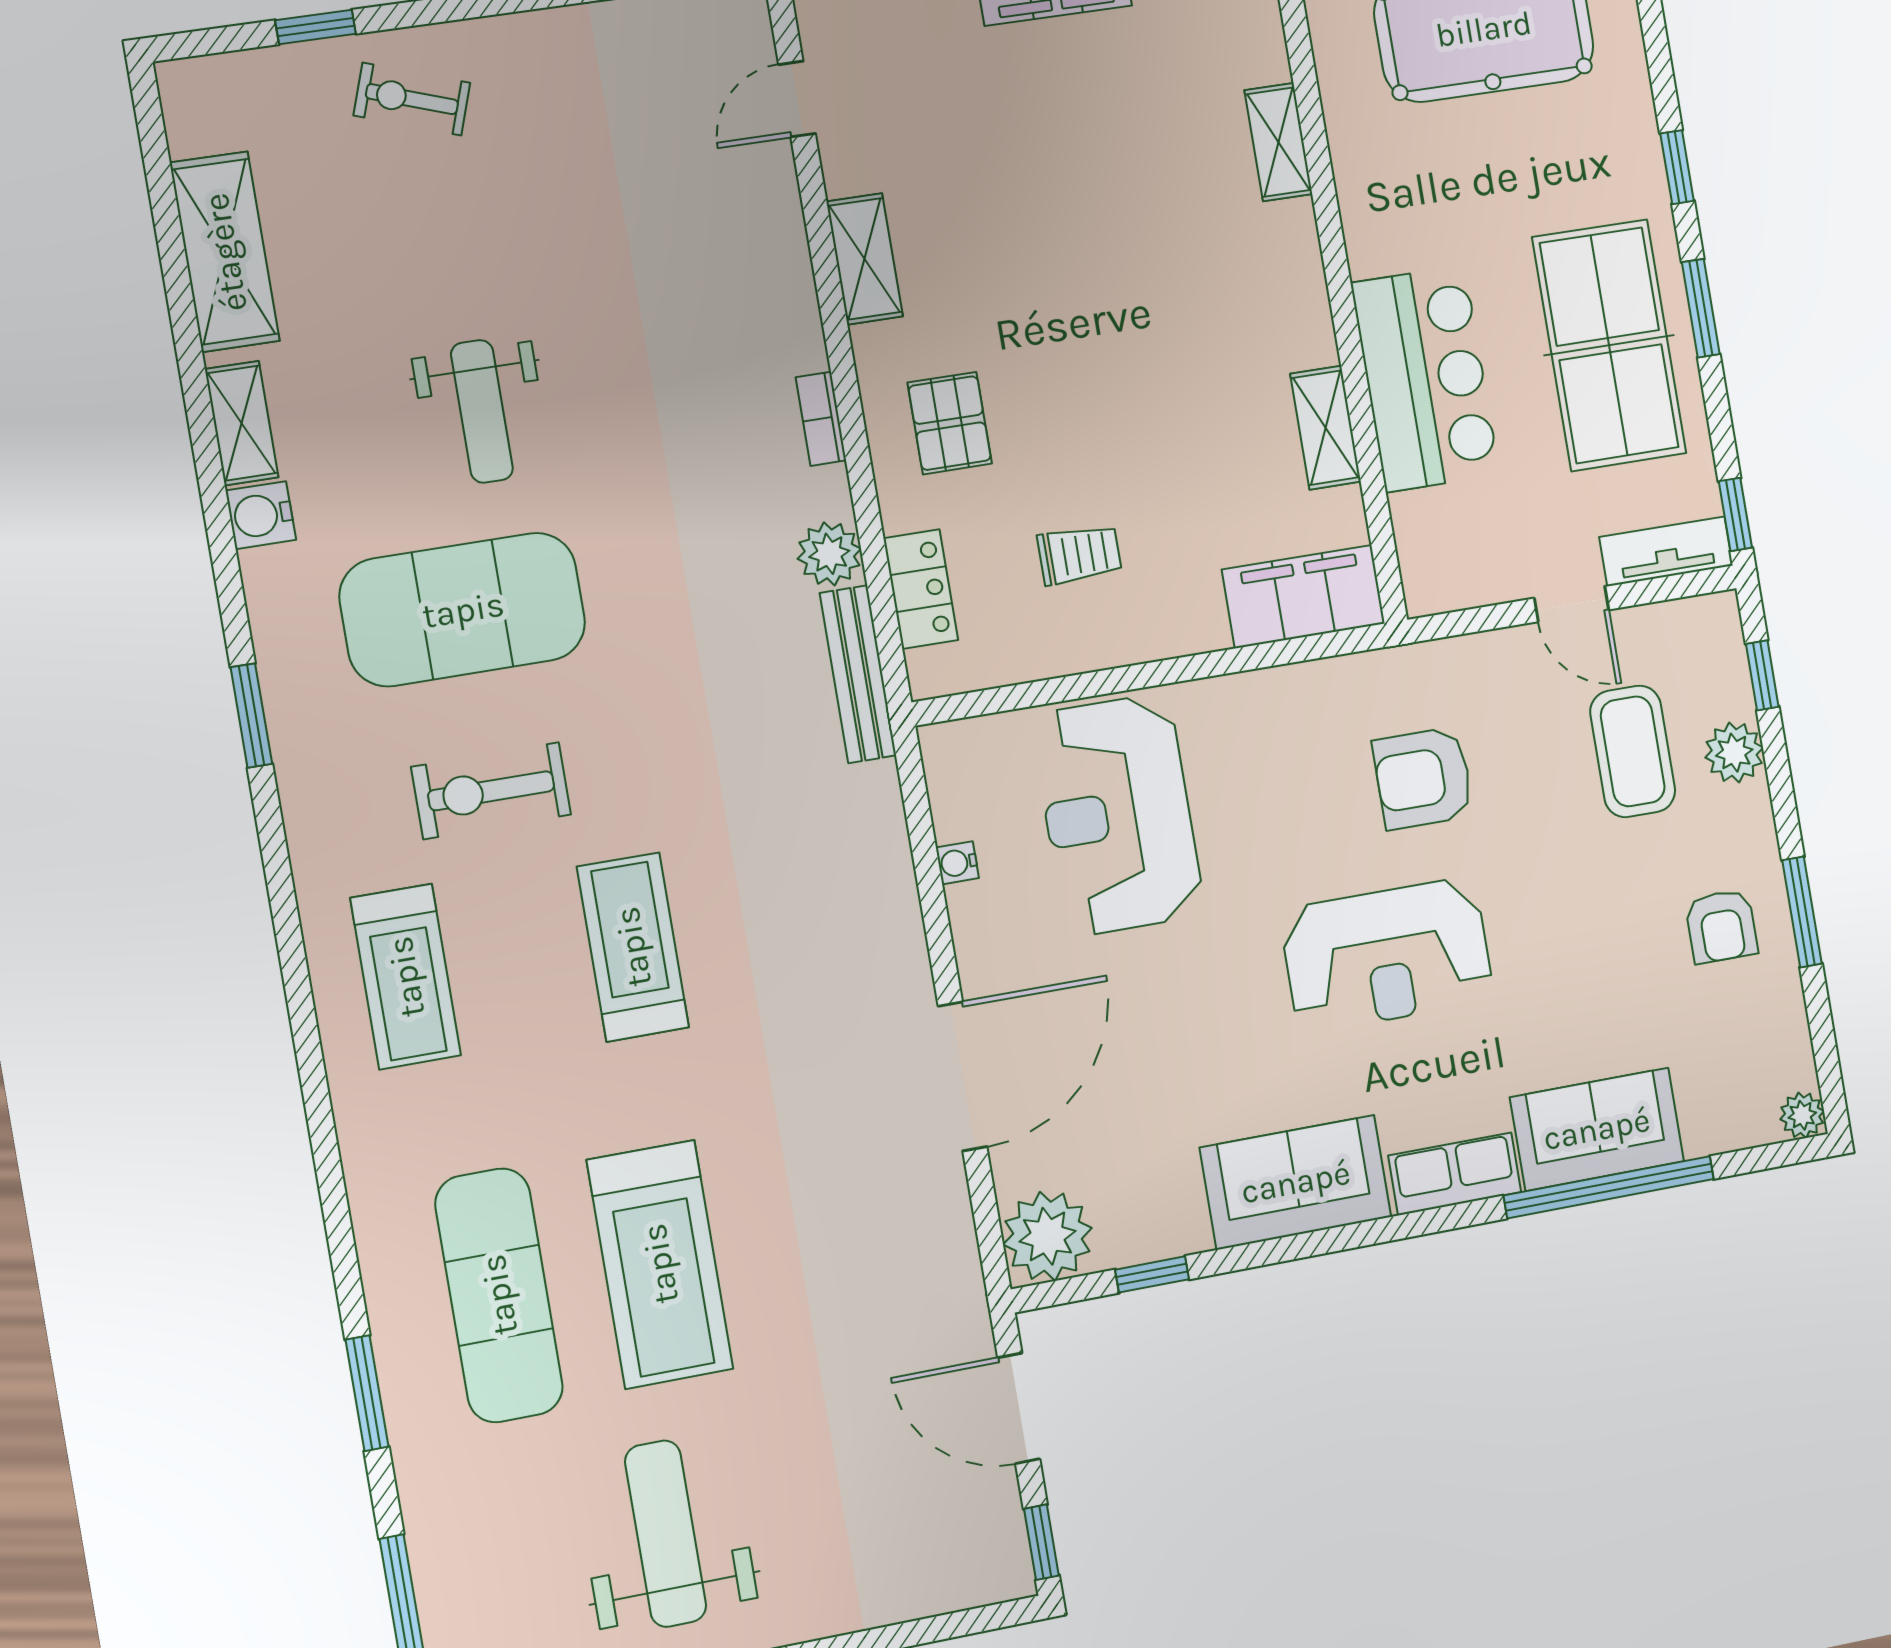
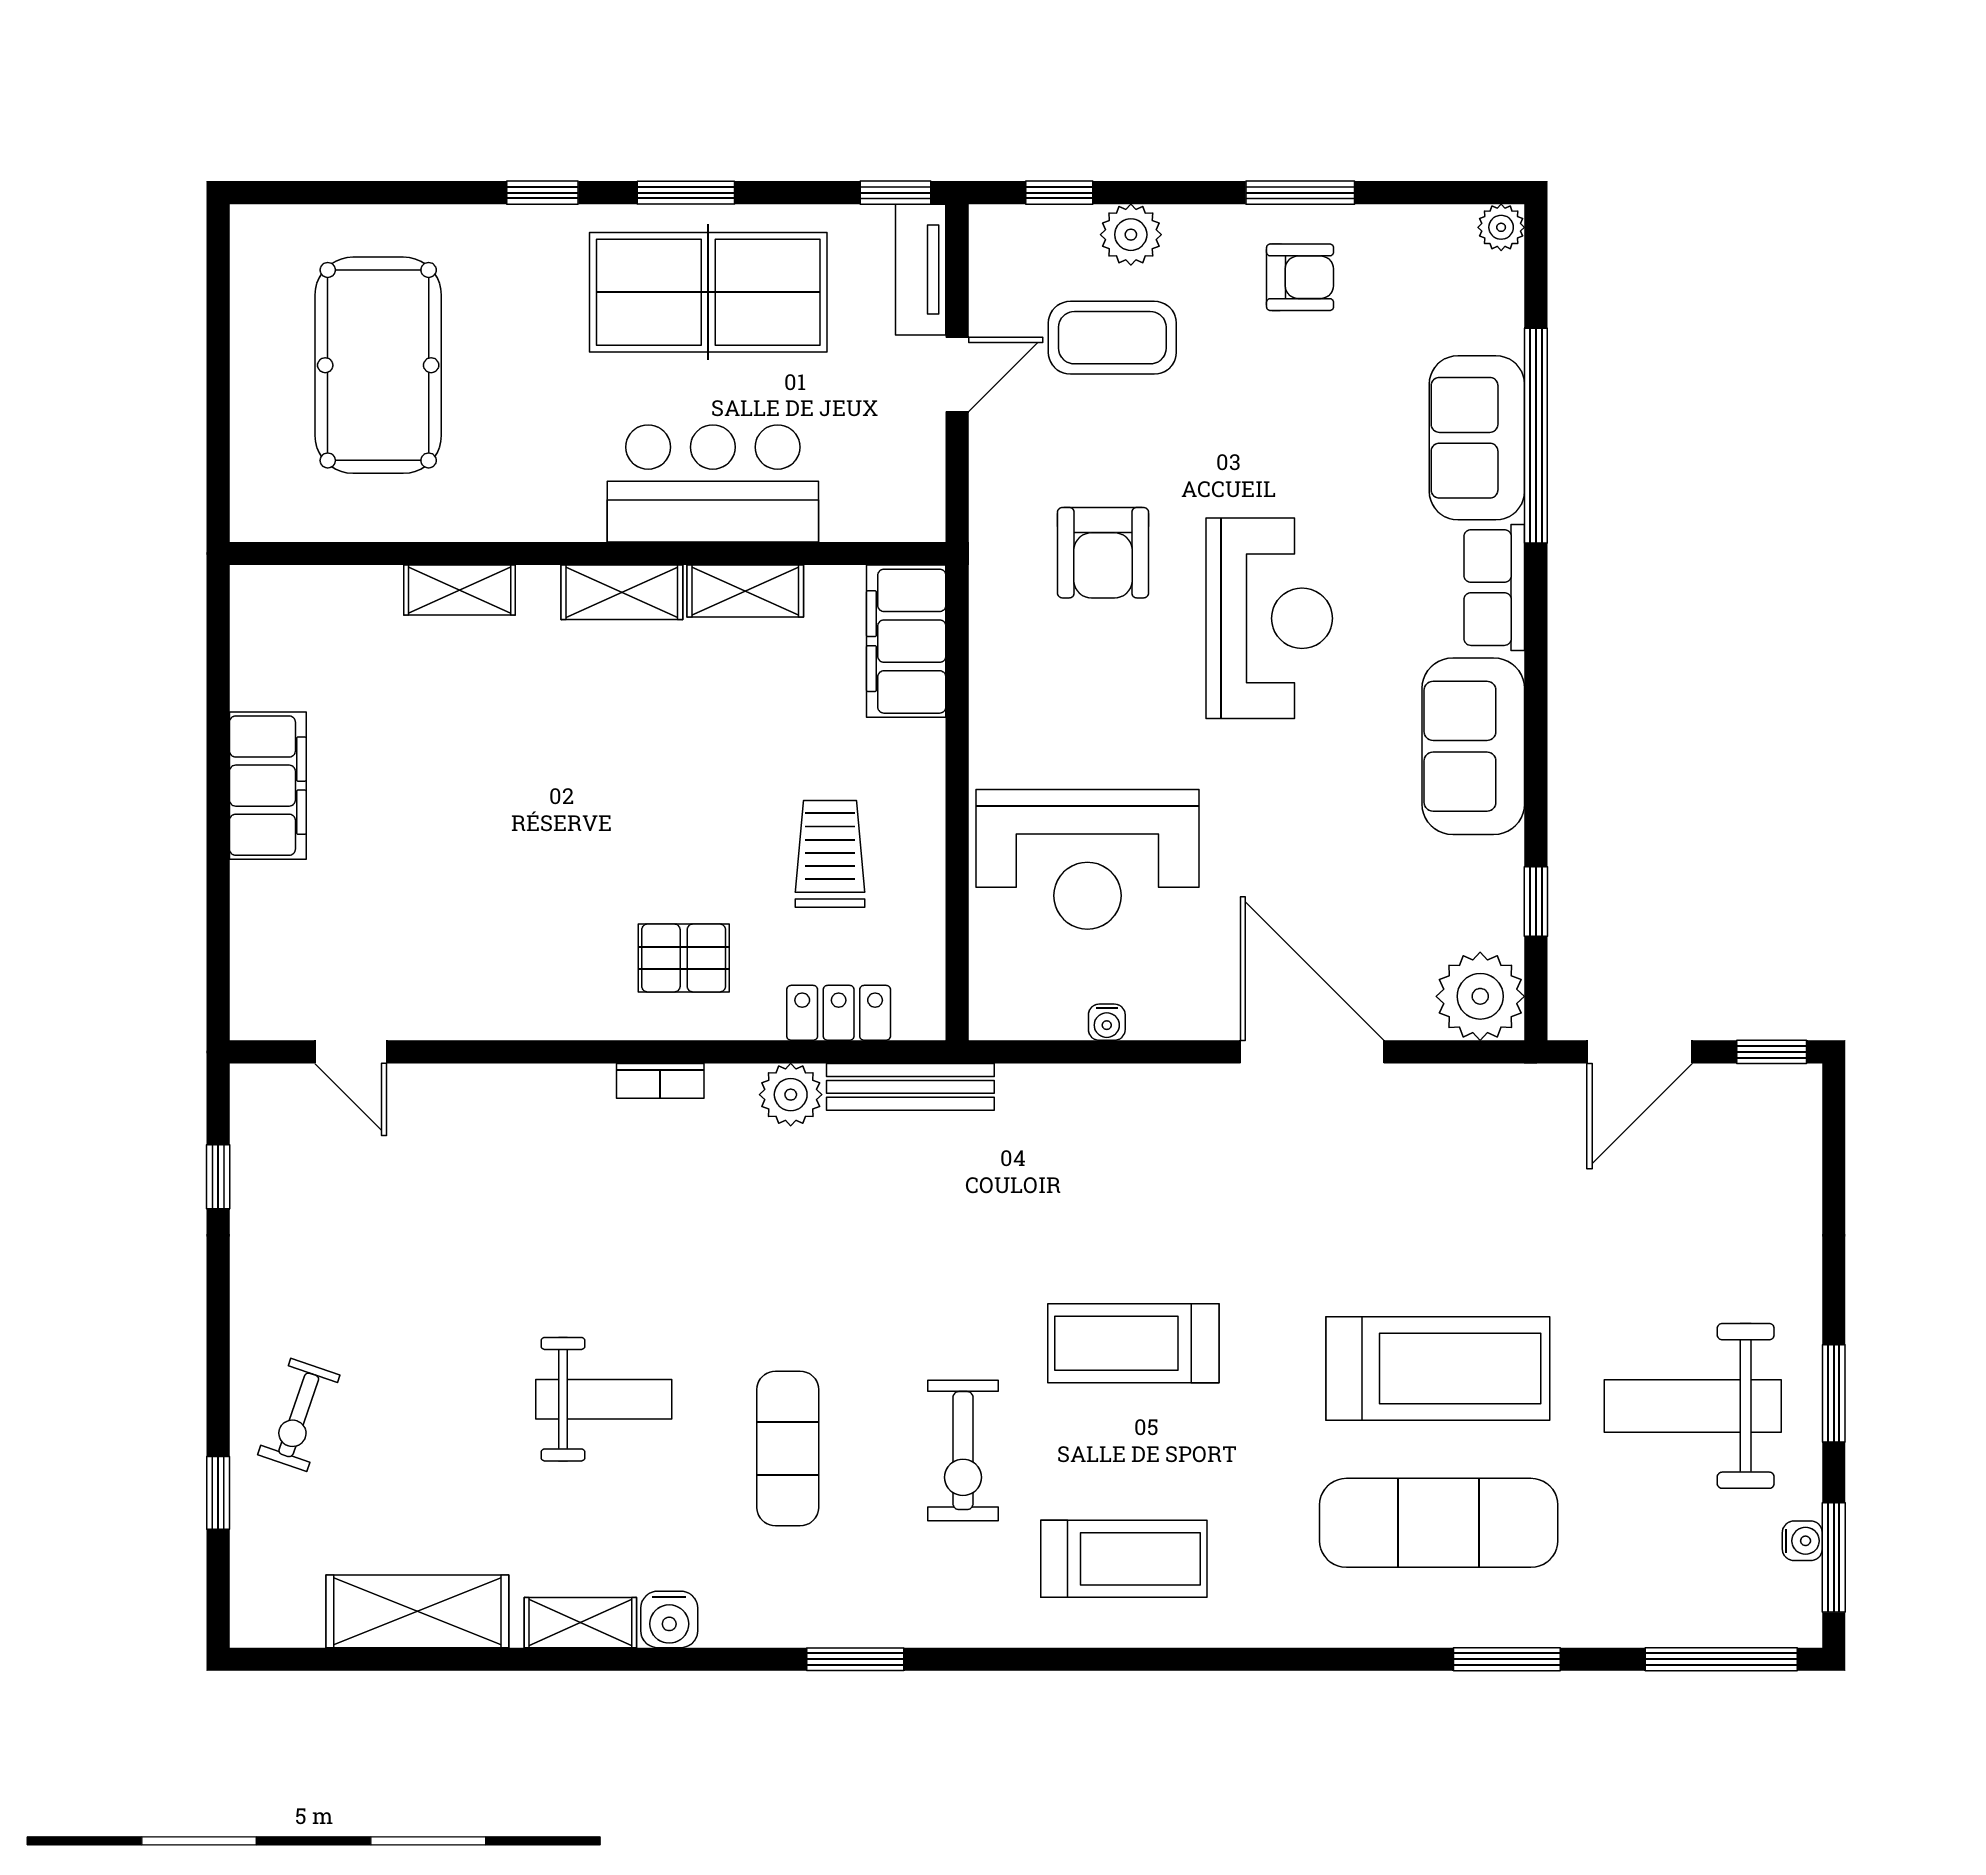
shelving: (865, 259) -> (622, 592), moved
trolley: (1079, 555) -> (830, 854), width x1.36, depth x1.39
exercise mat: (463, 610) -> (788, 1448), width x0.50, depth x0.69

